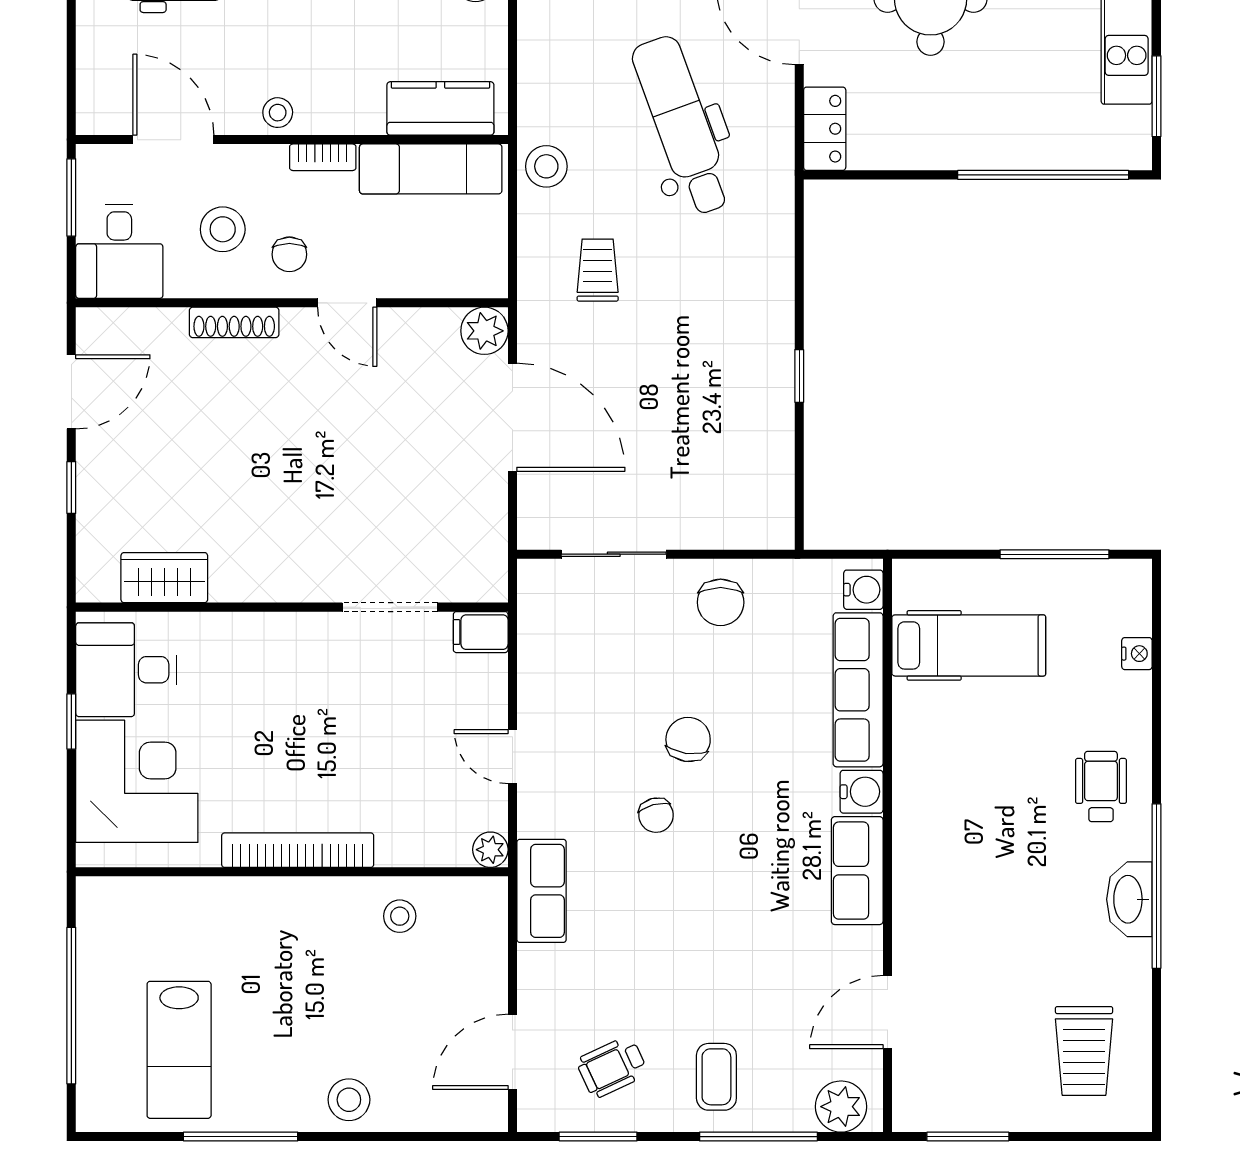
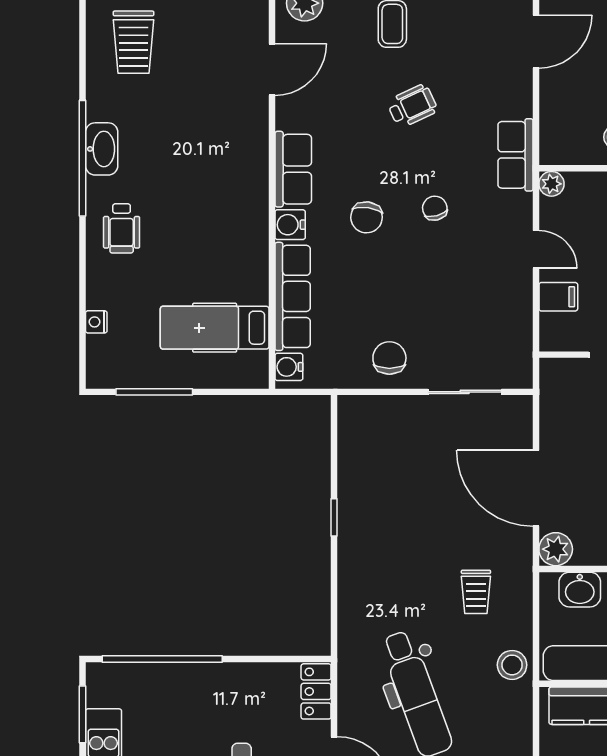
washbasin: (450, 273) -> (580, 590), added
filing cabinet: (481, 632) -> (558, 297), moved
chair: (688, 739) -> (366, 217), moved
trolley: (1084, 1051) -> (134, 42), turned 180
wheelchair: (612, 1067) -> (412, 106), moved

